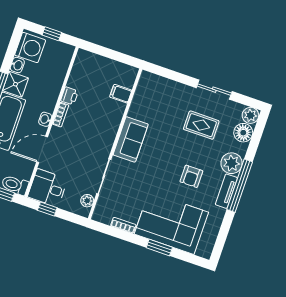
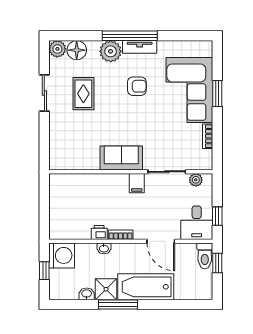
washing machine: (30, 48) -> (62, 255), moved, turned 90
filing cabinet: (121, 94) -> (137, 183), moved
washbasin: (45, 119) -> (104, 248), moved

